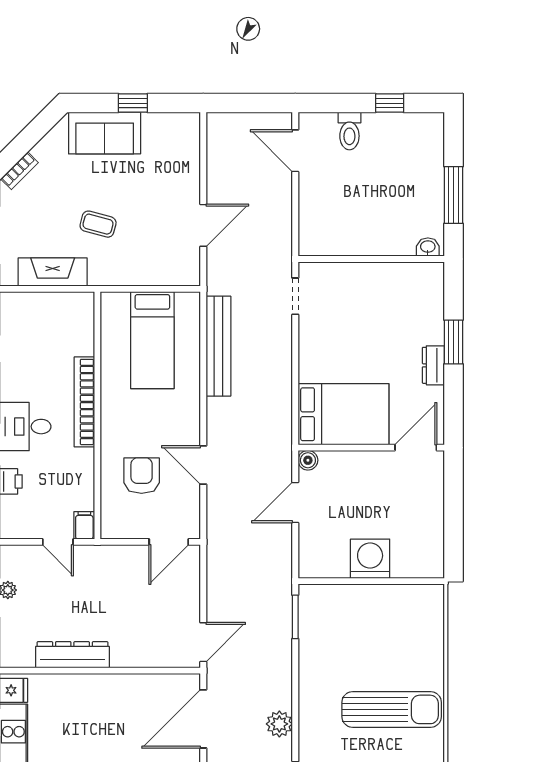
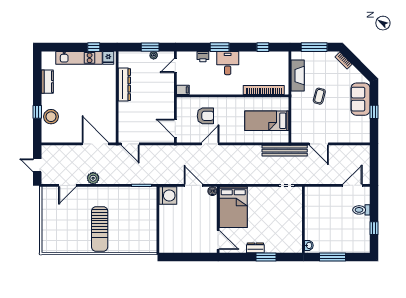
bench: (218, 346) -> (285, 151), moved
bookcase: (84, 402) -> (264, 90), moved
door: (58, 542) -> (175, 66), moved
washing machine: (370, 559) -> (168, 196), moved

